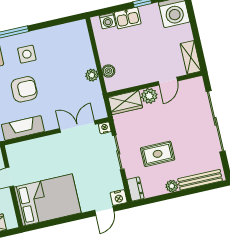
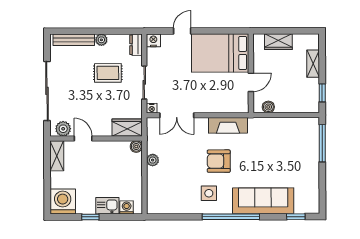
boiler: (108, 71) -> (136, 147), moved
door: (168, 81) -> (83, 138), hinge flipped
plant: (149, 96) -> (63, 129), moved
door: (104, 211) -> (182, 31), moved

